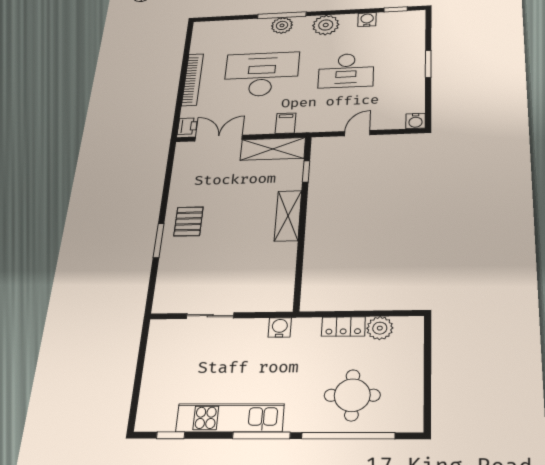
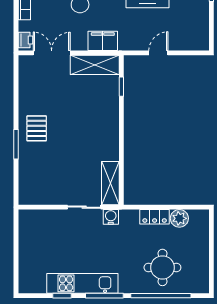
water cooler: (416, 121) -> (202, 43), removed
filing cabinet: (286, 123) -> (103, 41), width x2.00
shelving: (288, 216) -> (110, 183), moved
sliding door: (210, 316) -> (84, 207), moved
window: (171, 435) -> (62, 296), moved

